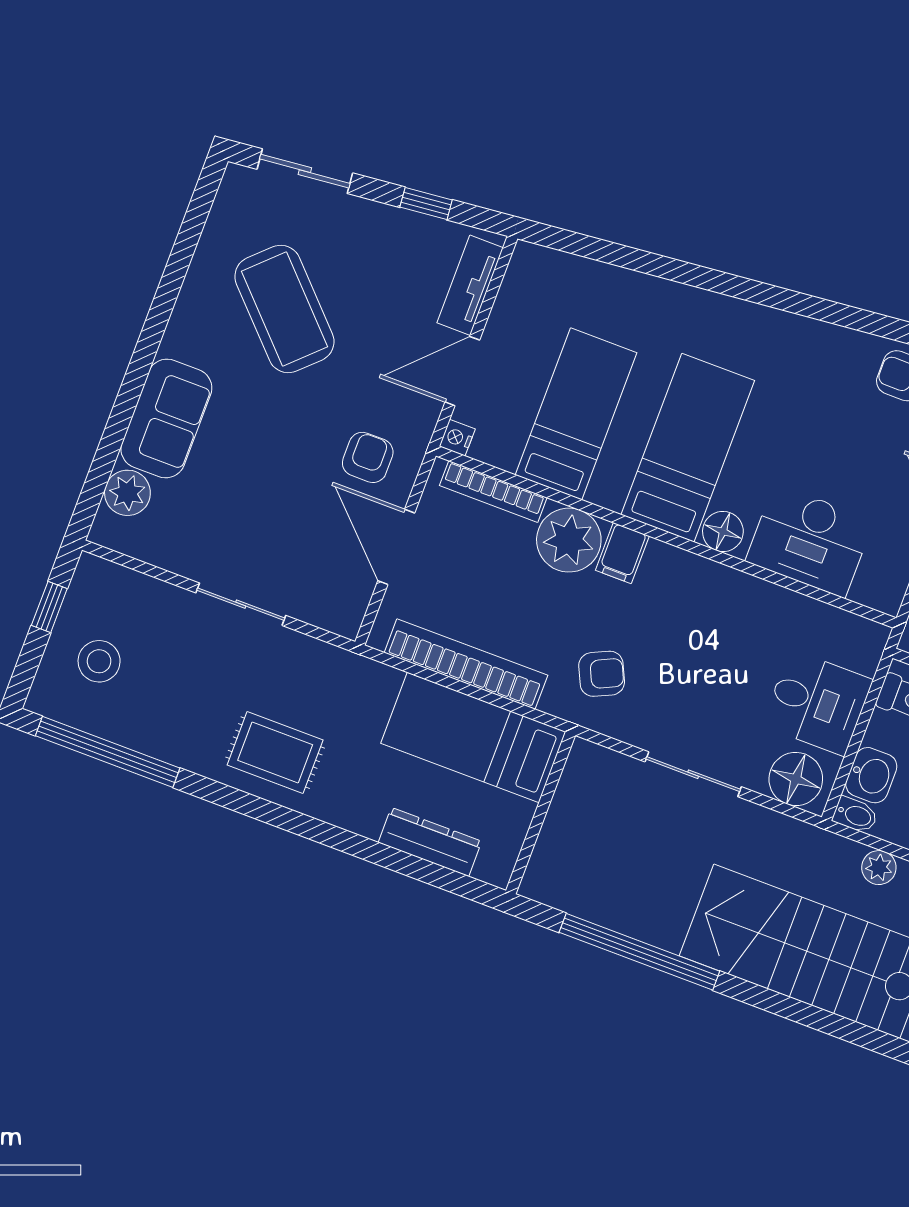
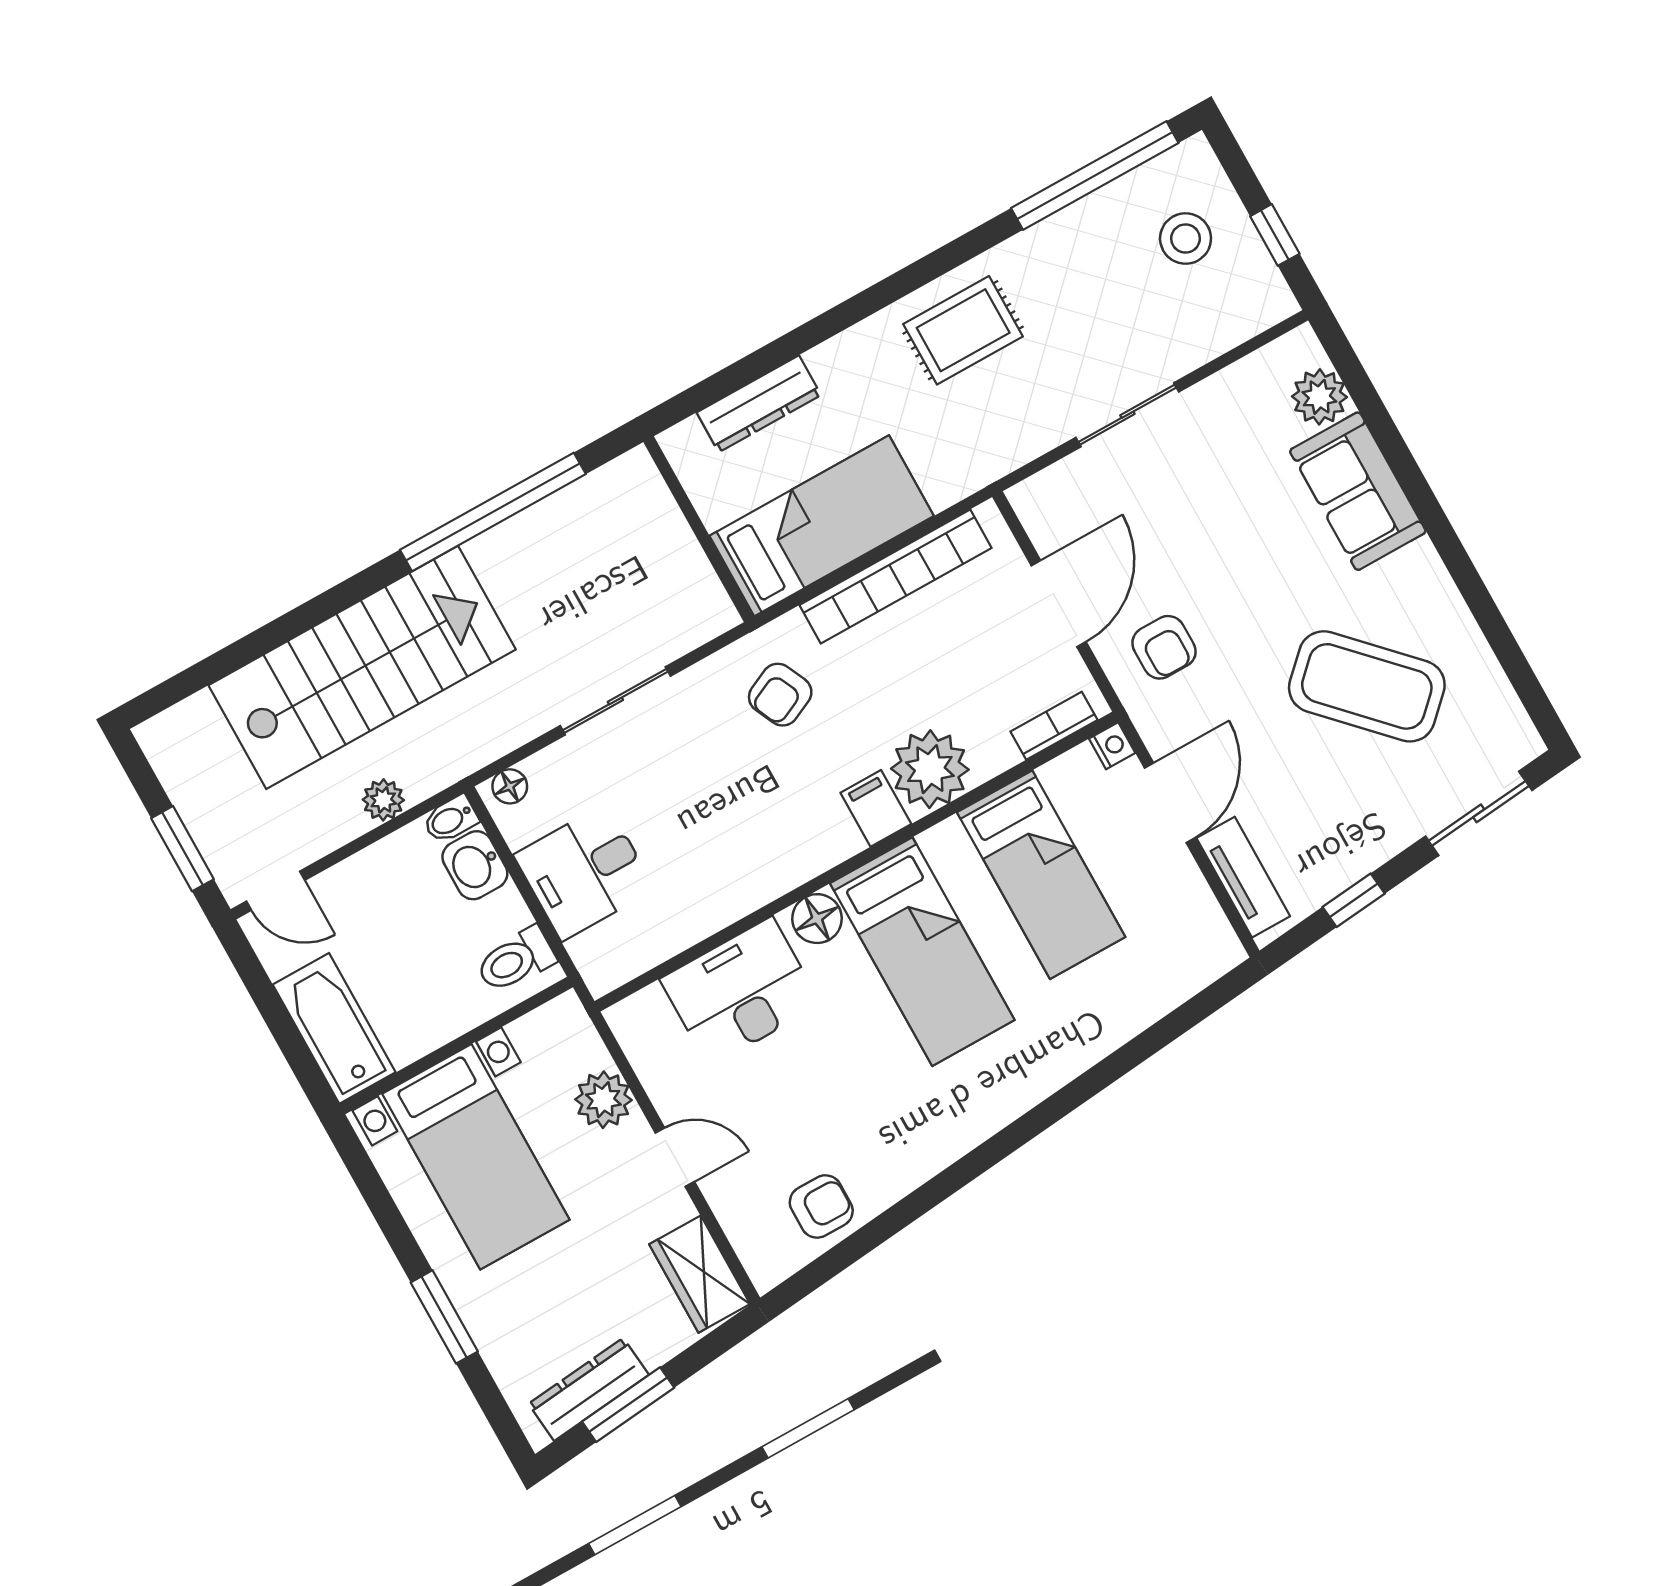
bookcase: (493, 492) -> (1054, 726), width x0.64
door: (396, 547) -> (1059, 604), hinge flipped
floor lamp: (796, 779) -> (510, 786), width x0.53, depth x0.53

